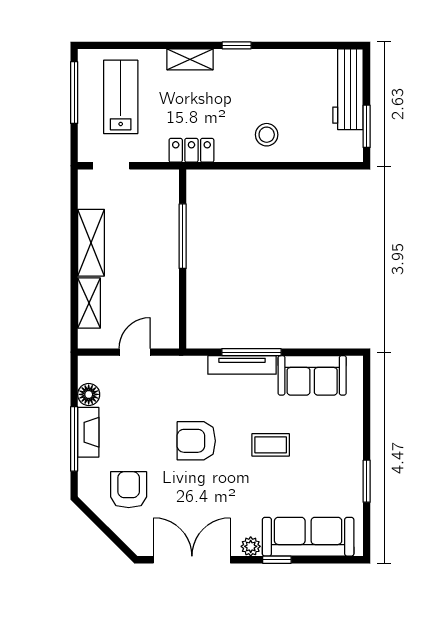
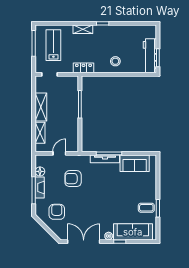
workbench: (348, 89) -> (150, 56), moved
armchair: (196, 441) -> (73, 179), moved
coffee table: (271, 445) -> (146, 208), moved

